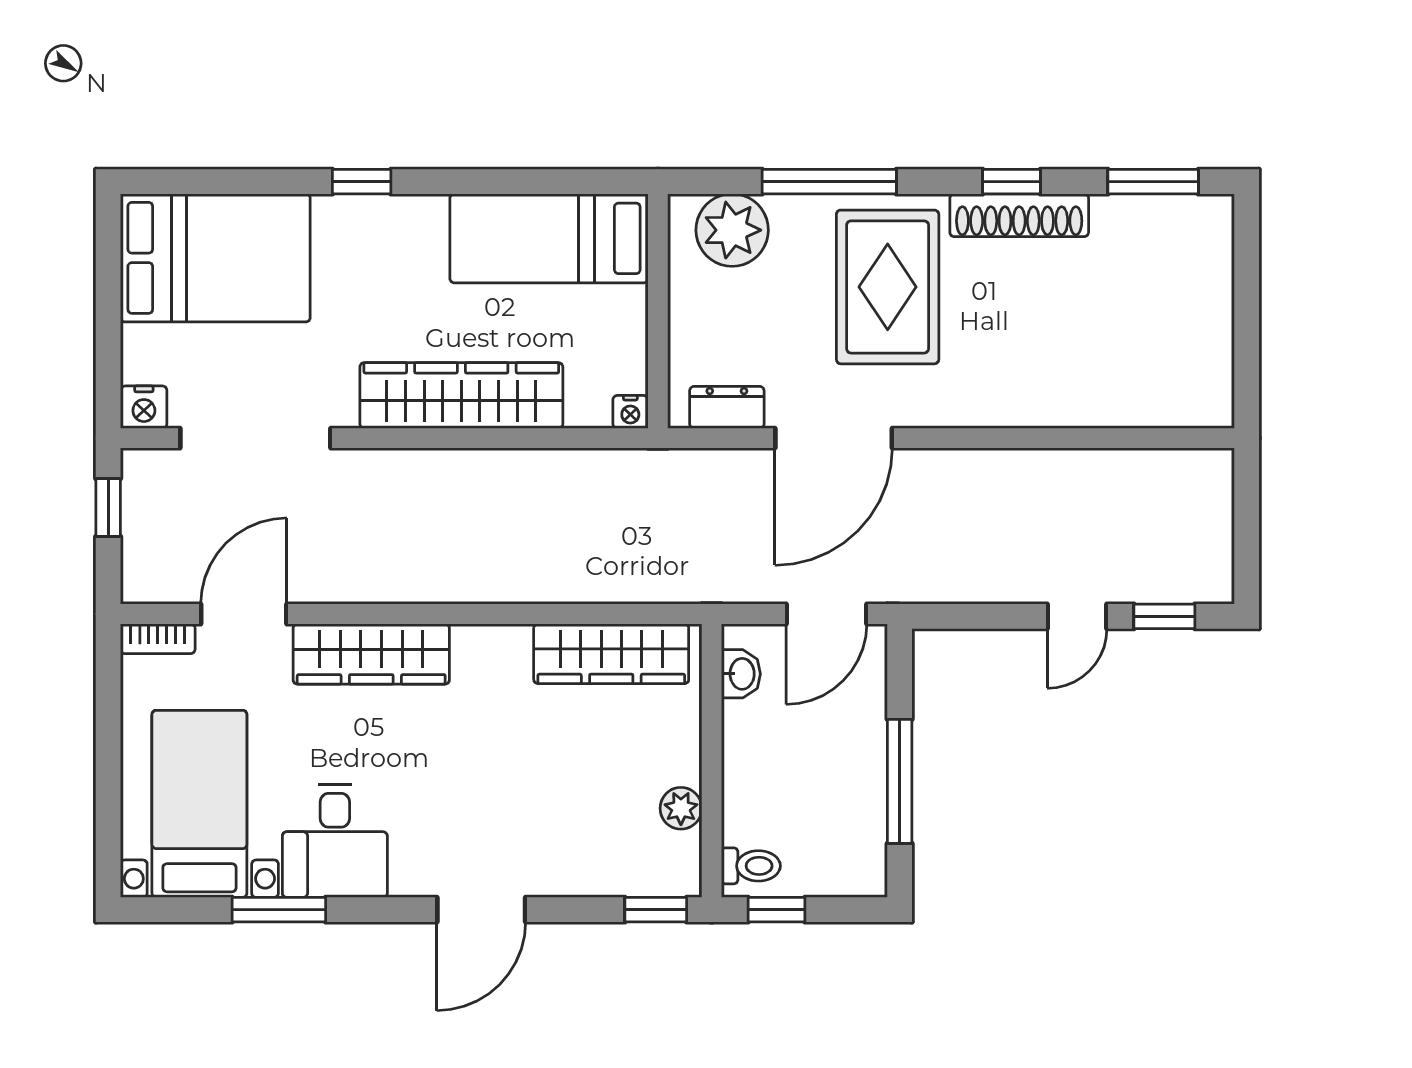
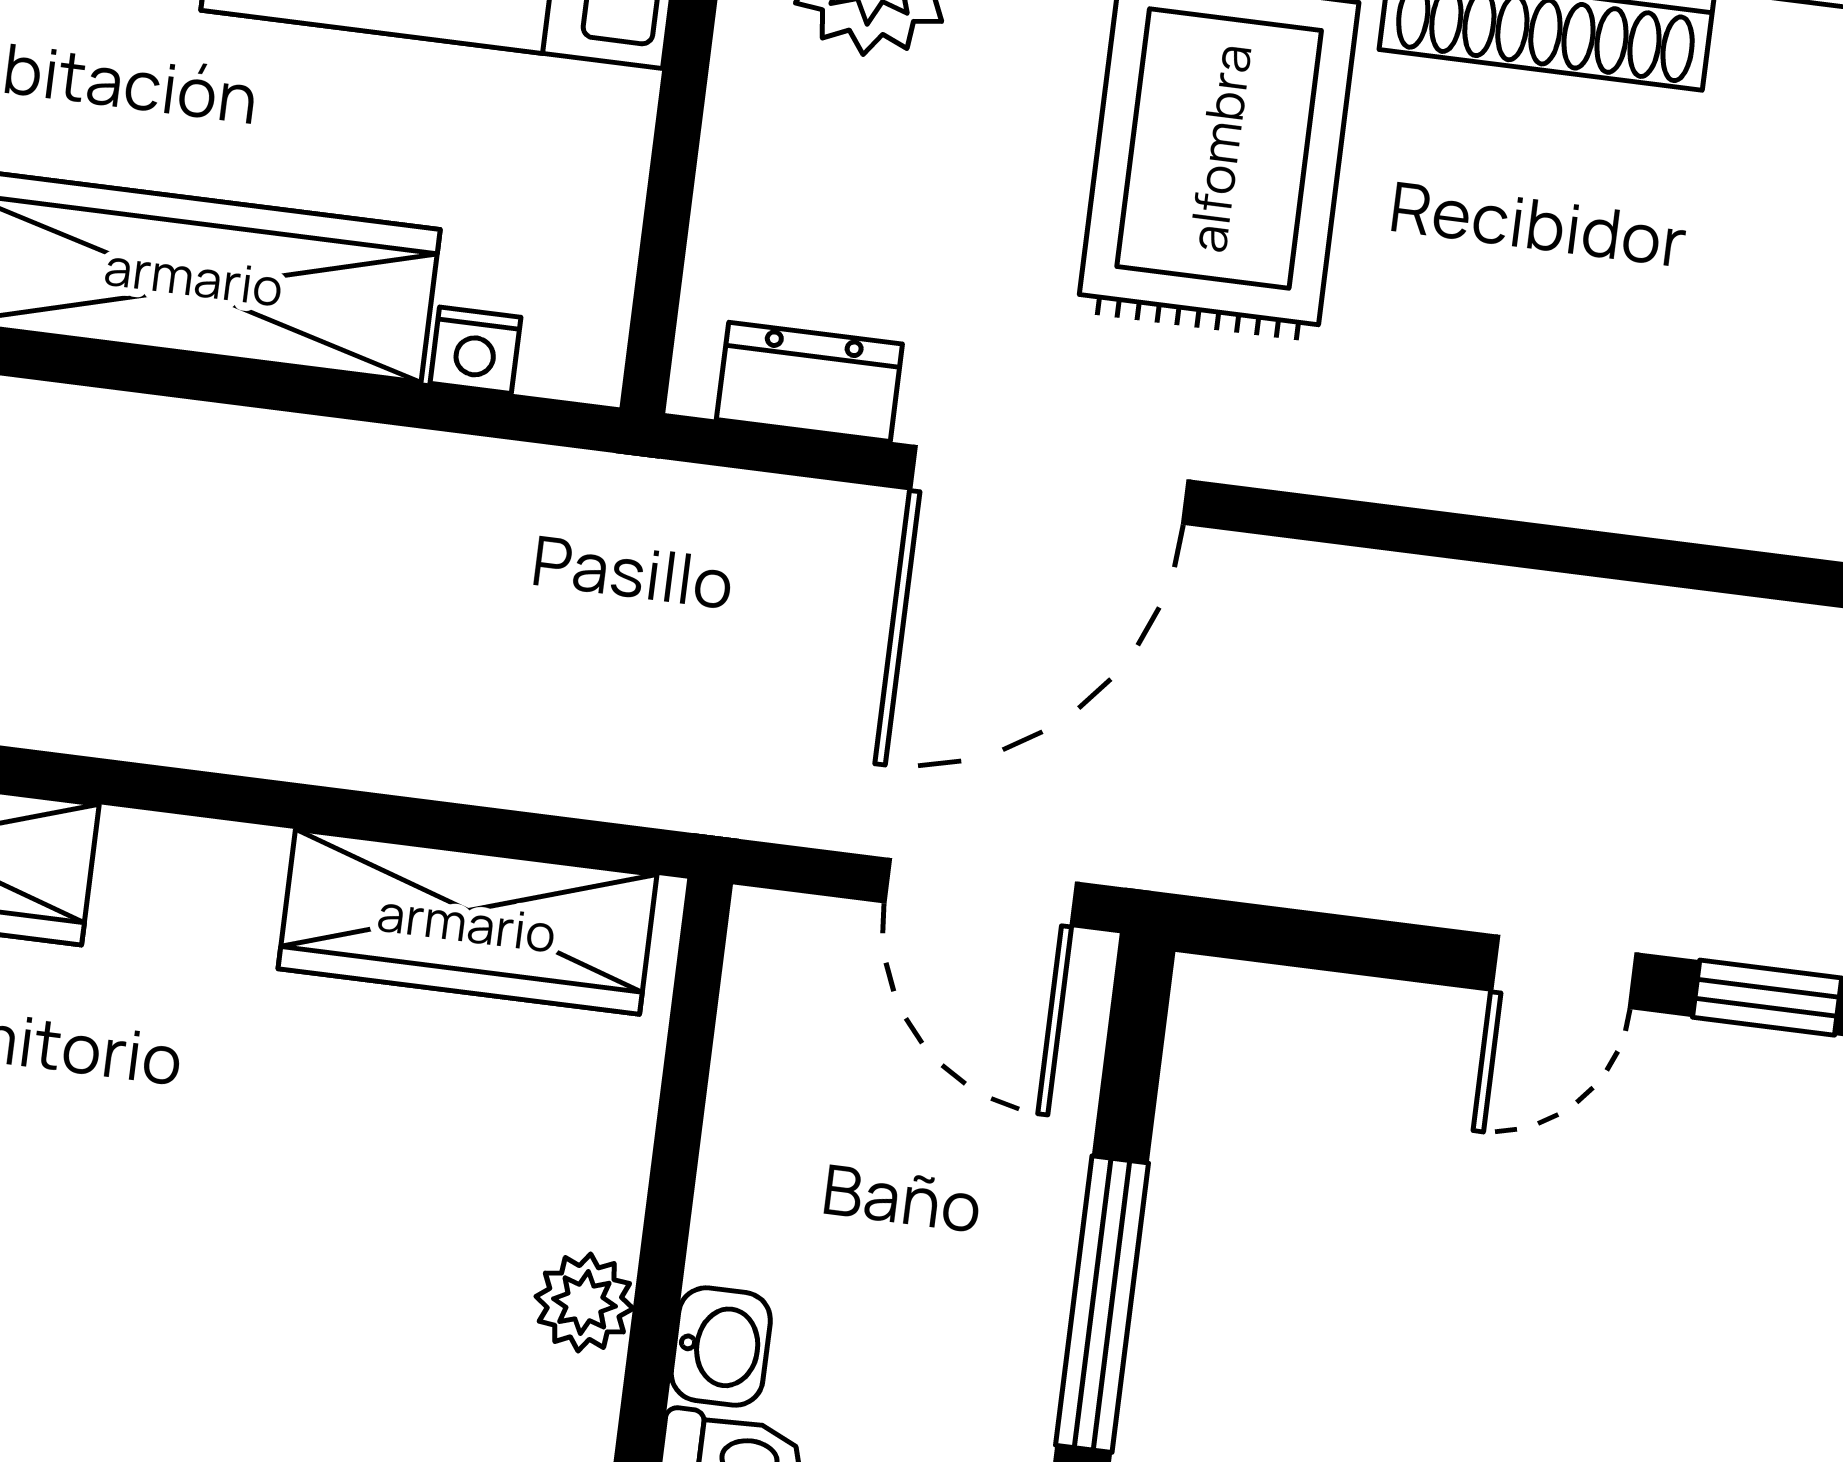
nightstand: (630, 412) -> (475, 350), moved
door: (826, 614) -> (981, 893), hinge flipped
washbasin: (741, 674) -> (721, 1347), moved

